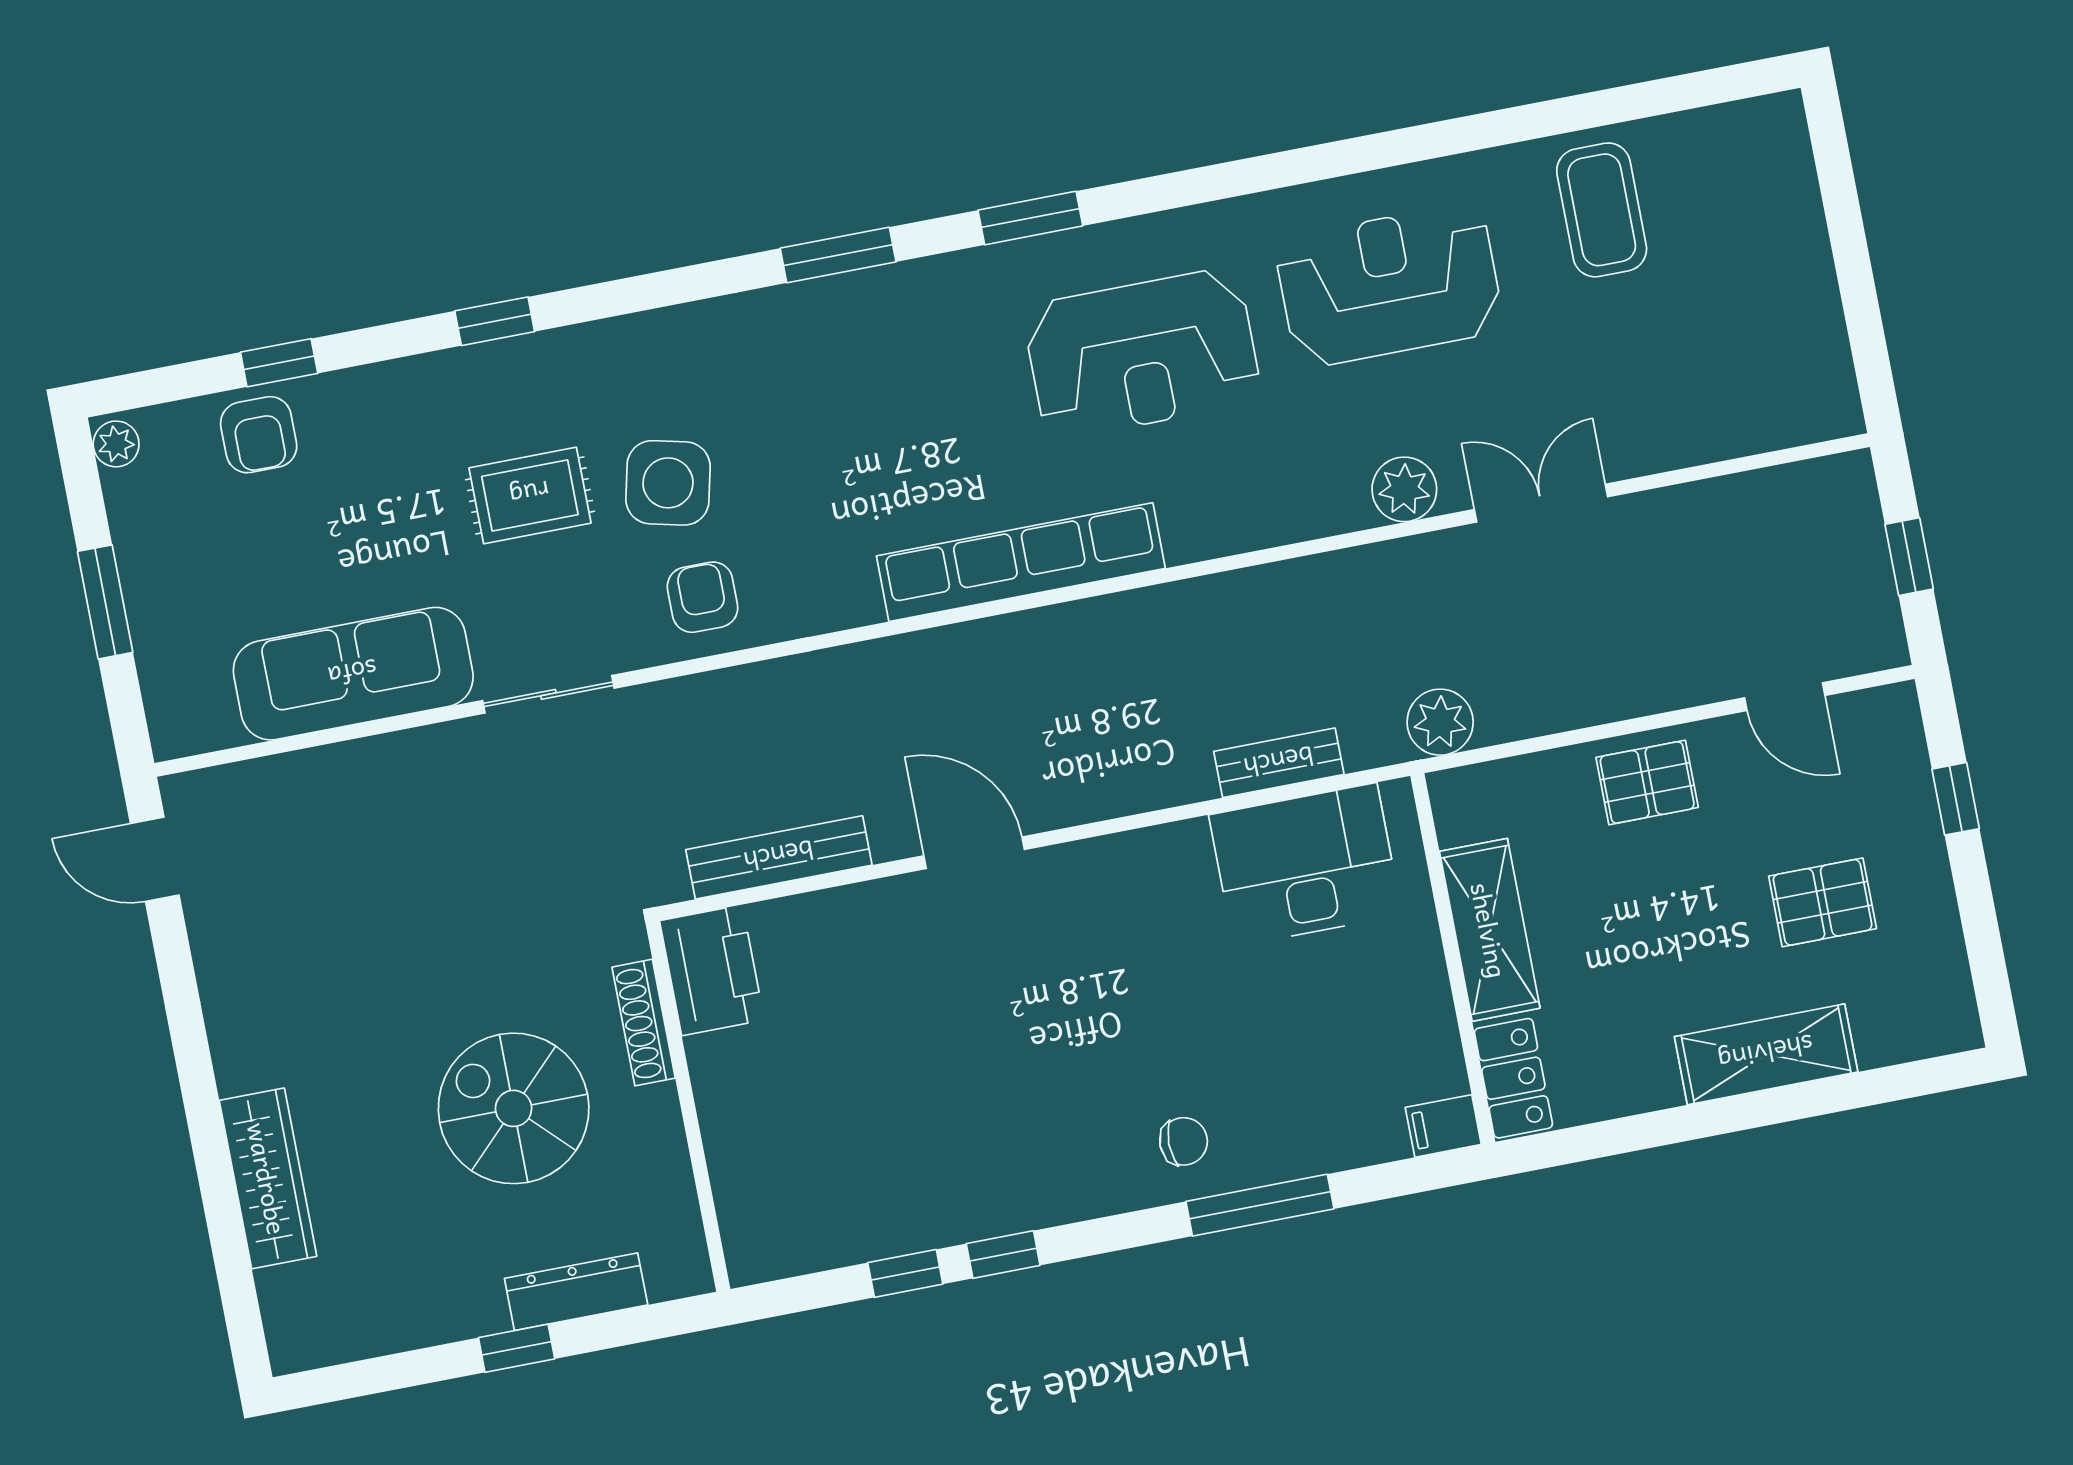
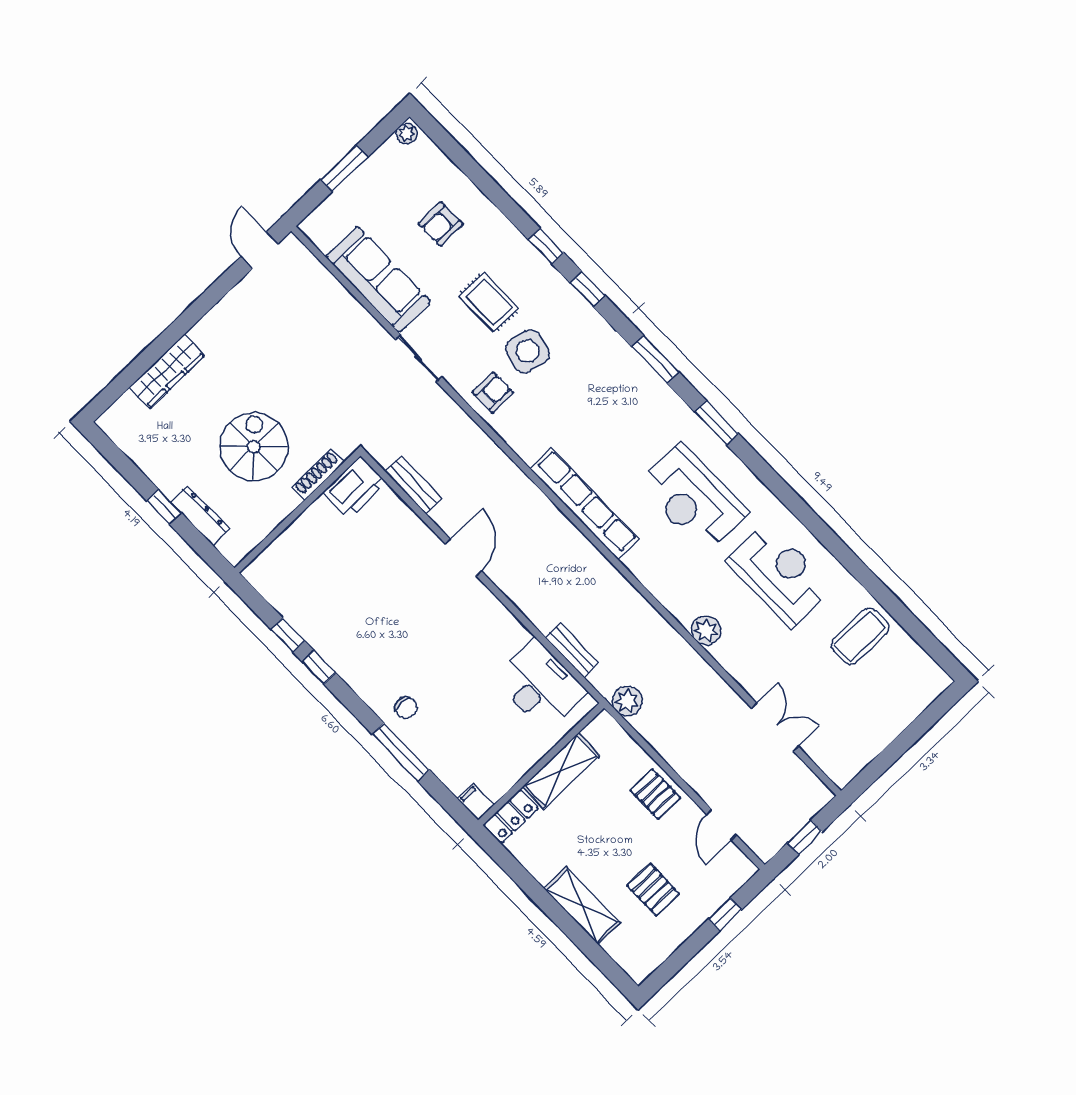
window: (279, 363) -> (588, 289), moved
armchair: (259, 435) -> (441, 224), moved
double door: (1541, 503) -> (775, 727), moved
bench: (779, 857) -> (414, 485), width x0.73

